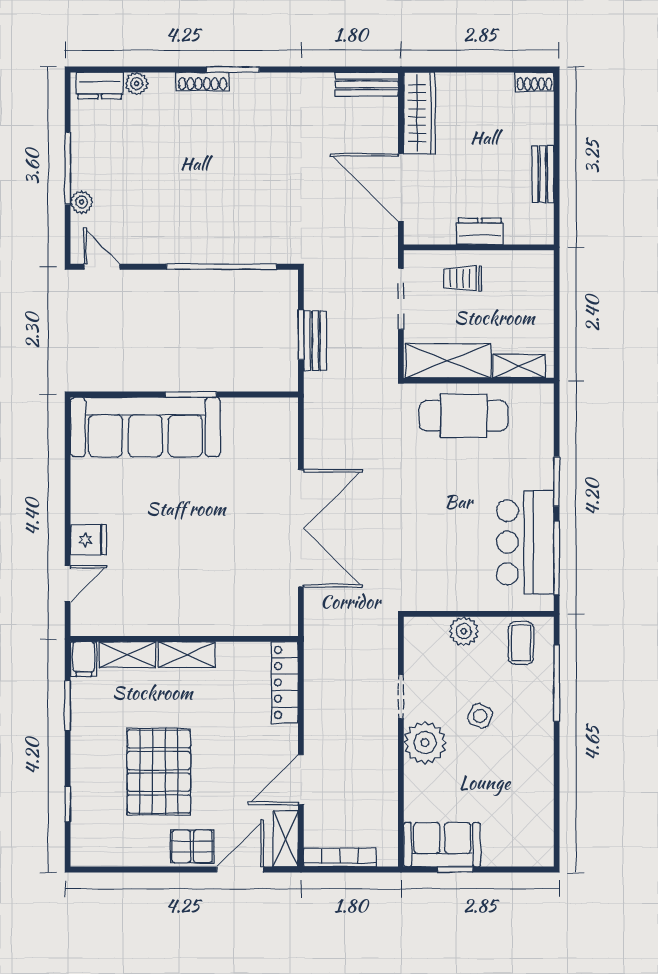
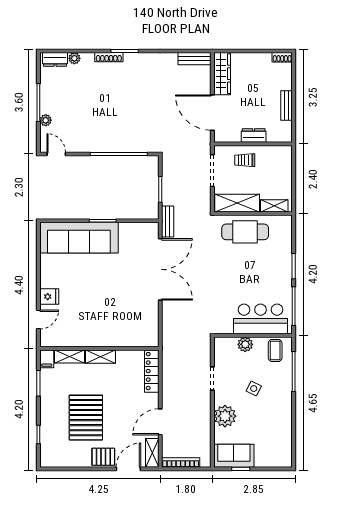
bench: (315, 341) -> (168, 221), moved
double door: (301, 528) -> (160, 269), moved
bar counter: (525, 542) -> (261, 319), moved, turned 90
plant: (425, 743) -> (225, 416), moved

